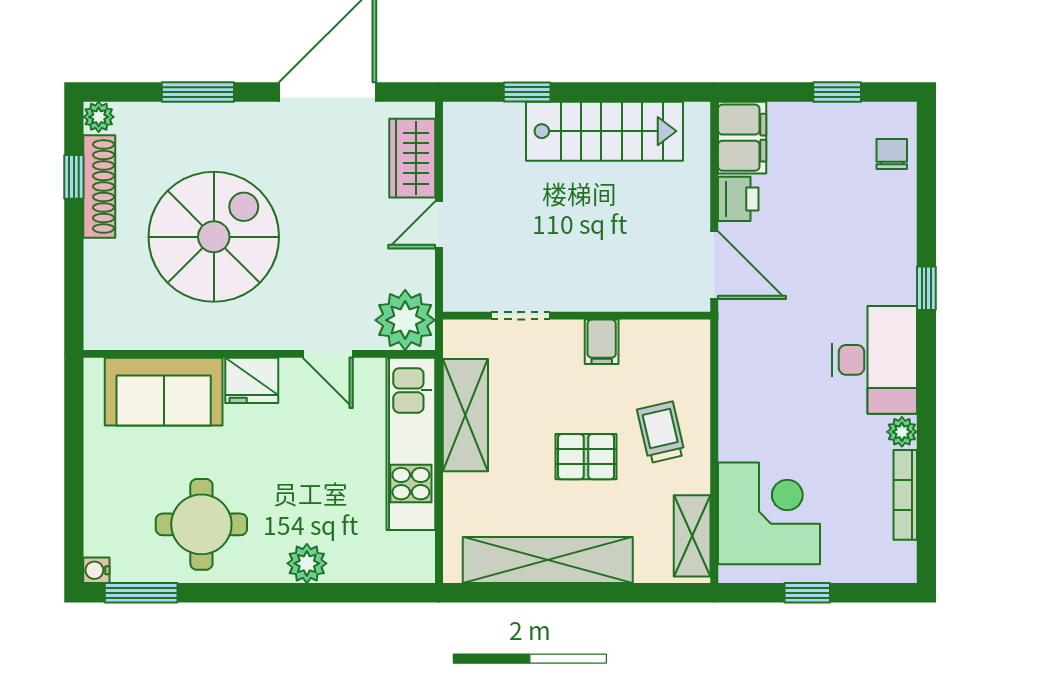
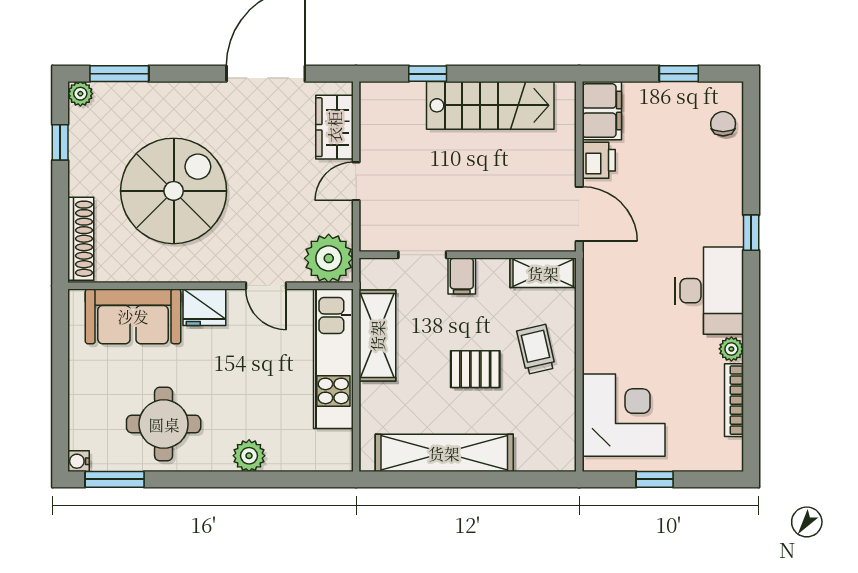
window: (198, 92) -> (119, 74), moved
shoe rack: (99, 186) -> (81, 239), moved
filing cabinet: (602, 342) -> (462, 276), moved
shelving: (692, 536) -> (543, 273), moved, turned 90

